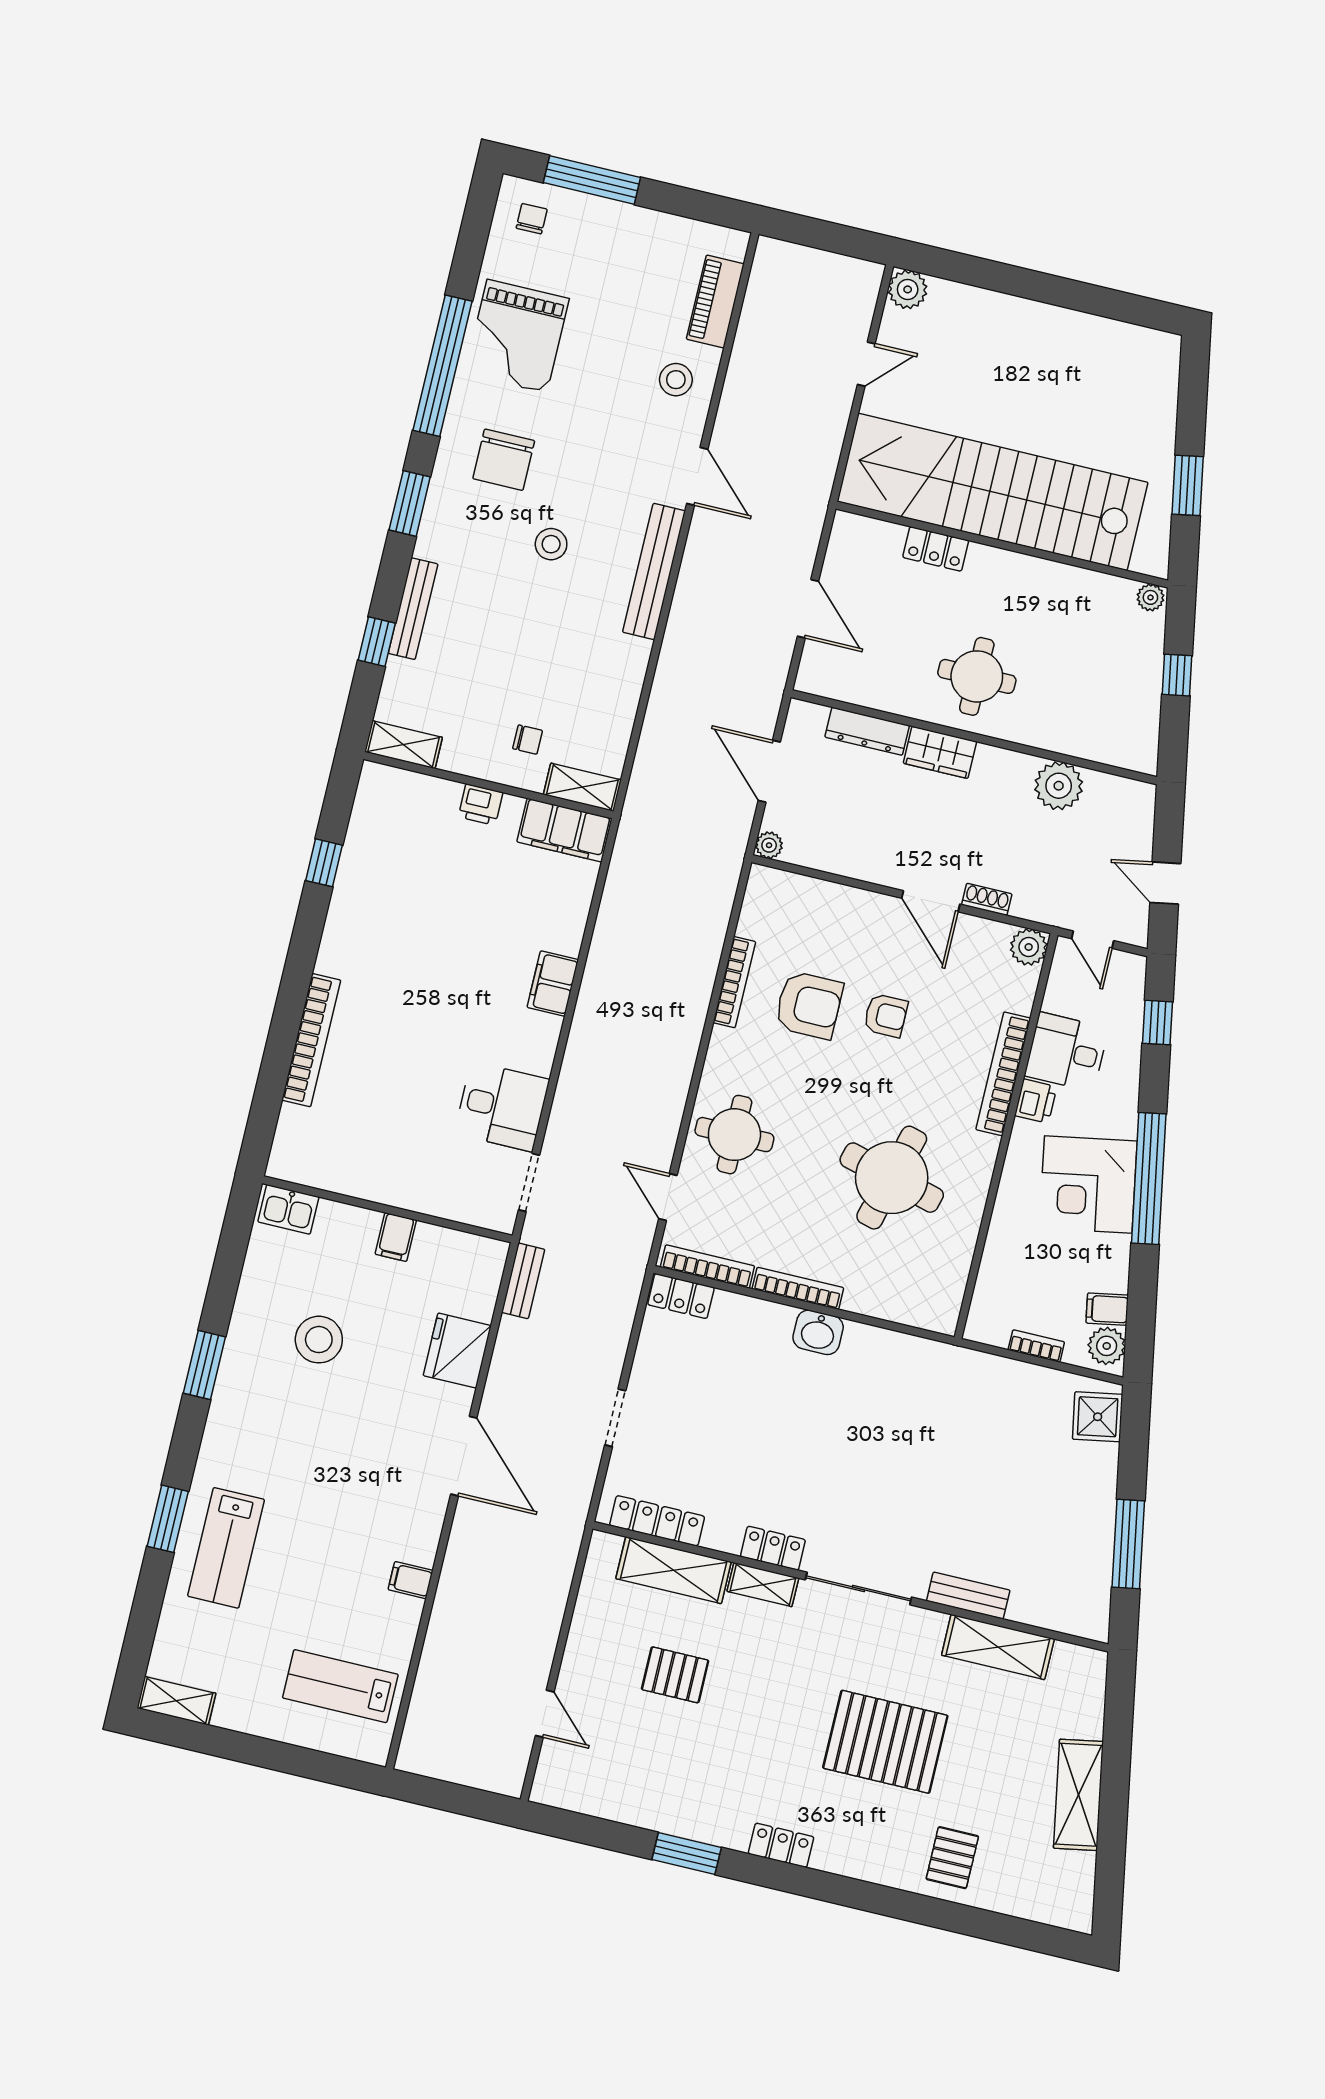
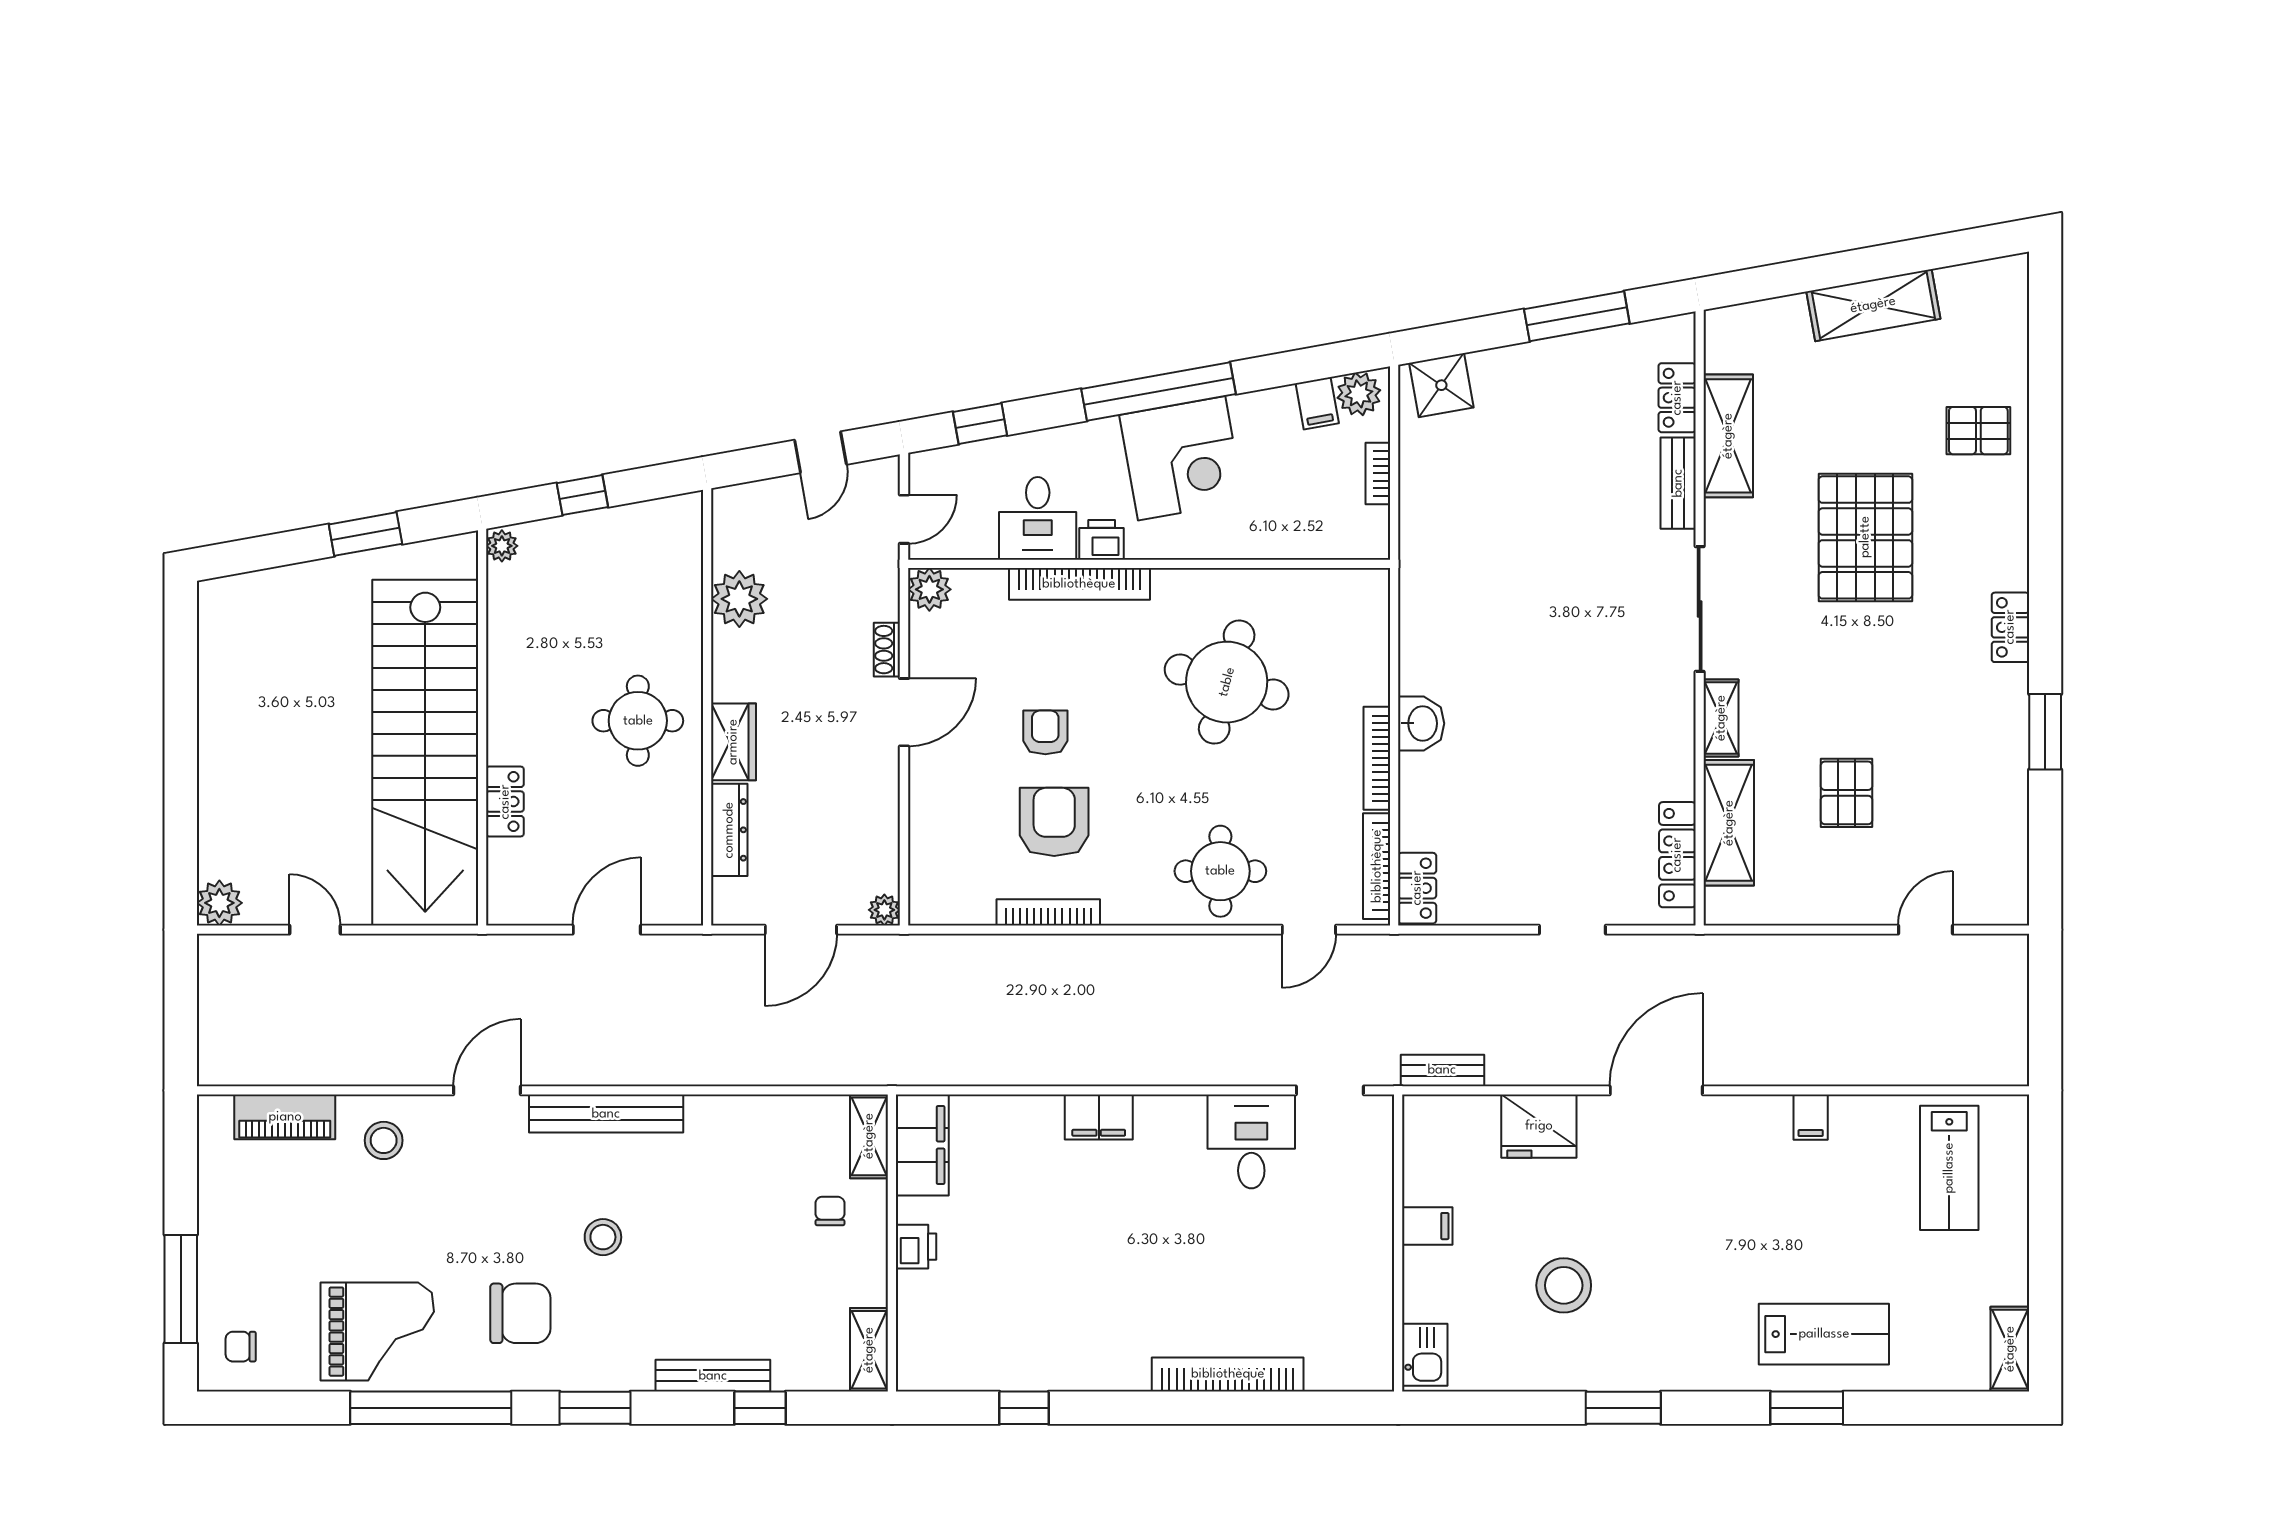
locker: (773, 1548) -> (1677, 398), moved

